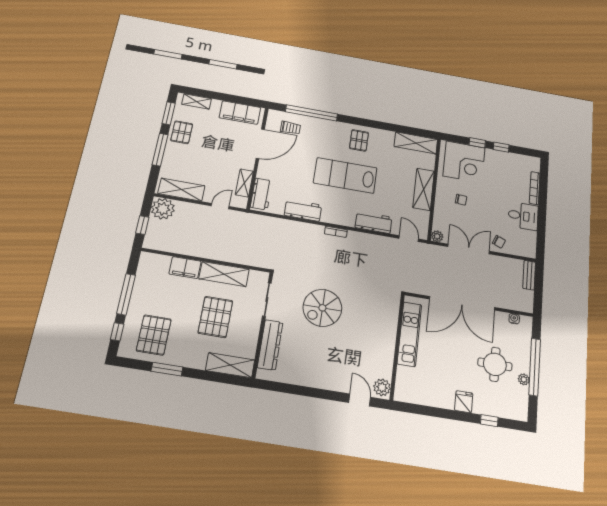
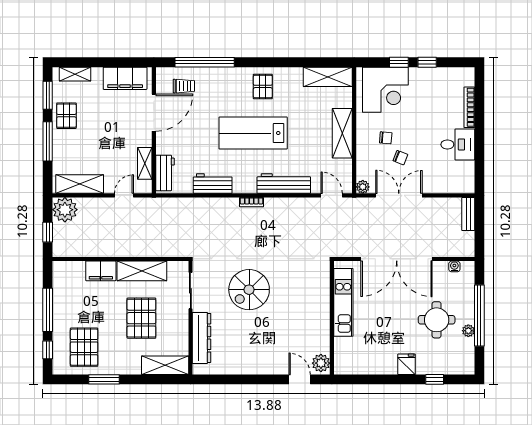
workbench: (374, 222) -> (284, 184), width x1.38
chair: (499, 242) -> (400, 158), moved

